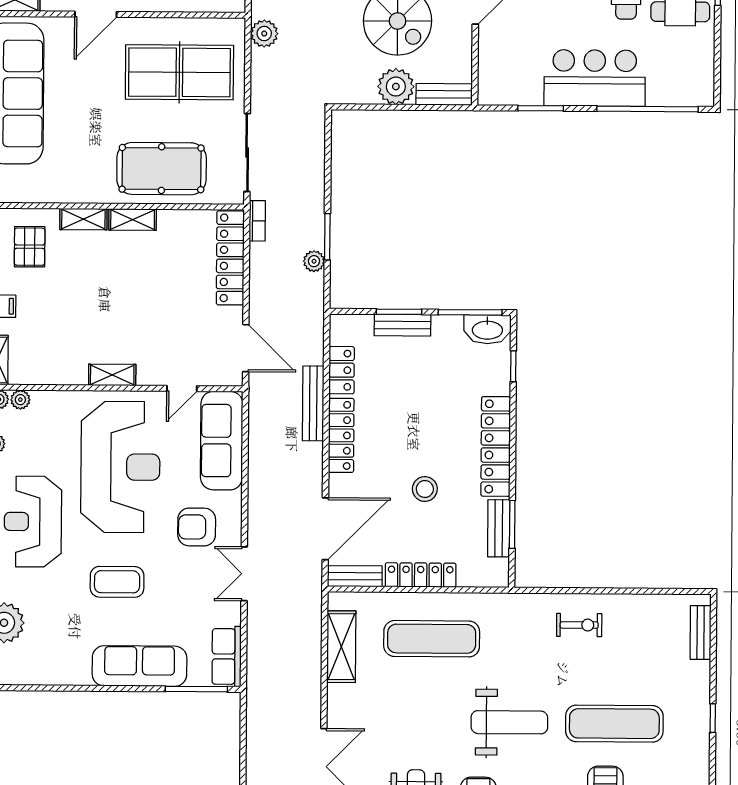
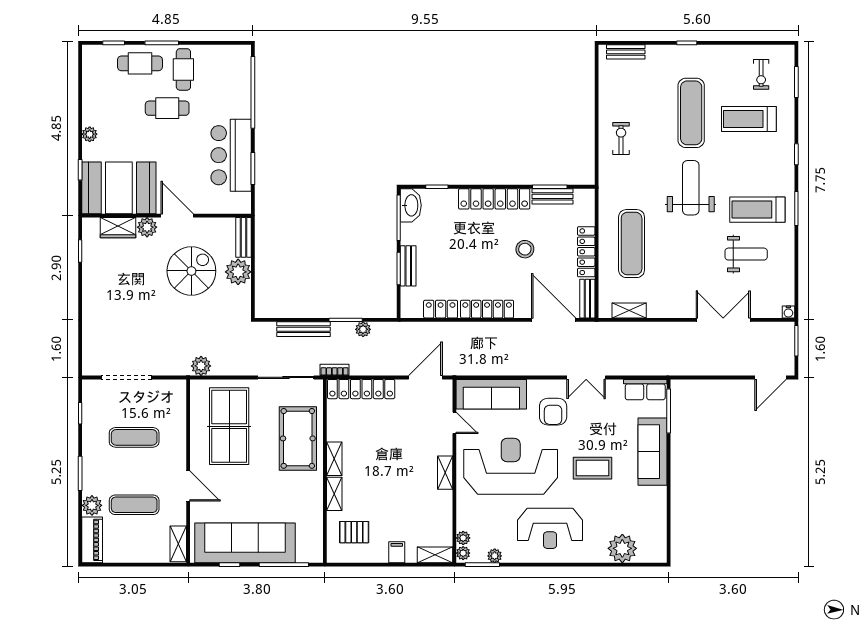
bar counter: (595, 78) -> (231, 155), moved
bench: (313, 403) -> (303, 329), moved
coffee table: (117, 582) -> (593, 468), turned 90
shelving: (341, 647) -> (629, 310), width x0.67, depth x0.75

